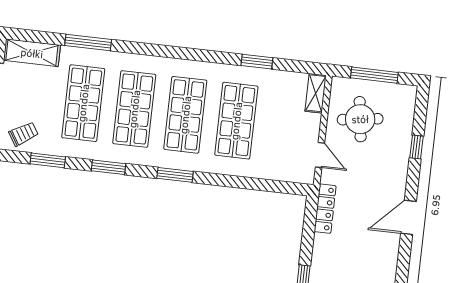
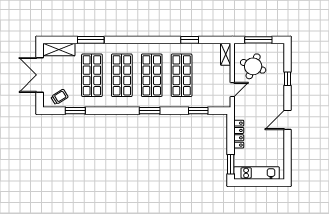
round table: (360, 119) -> (253, 66), turned 30
door: (320, 155) -> (232, 90), hinge flipped
window: (108, 167) -> (198, 111), moved
locker: (325, 209) -> (239, 134), moved

